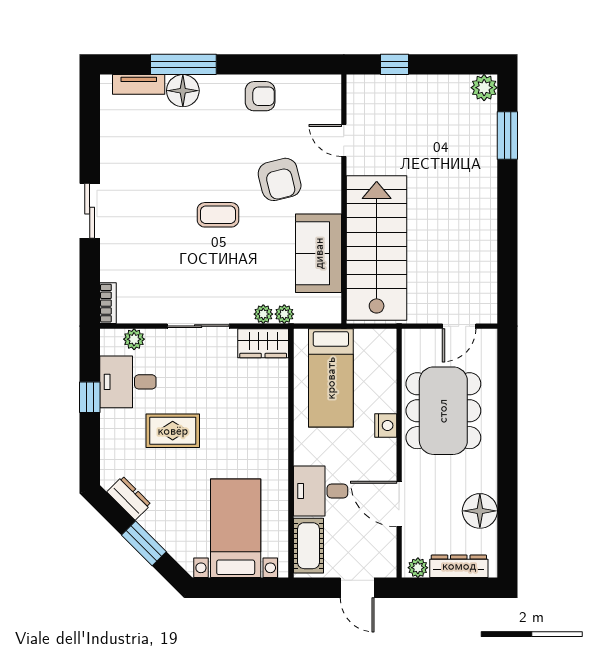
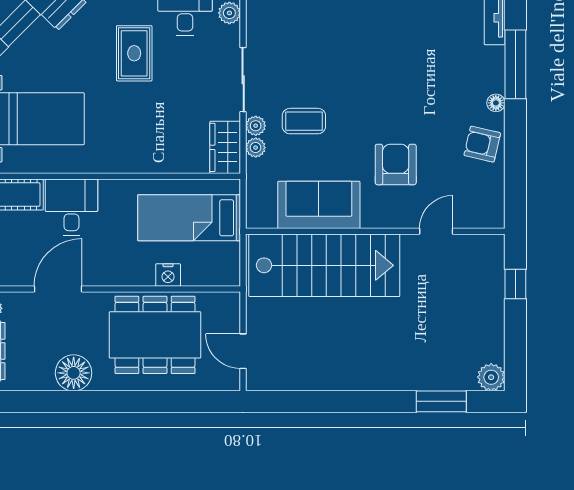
floor lamp: (183, 91) -> (496, 103), moved, width x0.53, depth x0.53
armchair: (260, 96) -> (482, 144), turned 103
armchair: (280, 179) -> (396, 164), turned 104
coffee table: (218, 215) -> (304, 121), moved, turned 90
plant: (284, 314) -> (256, 126), moved
nightstand: (386, 426) -> (168, 275), moved
floor lamp: (480, 511) -> (74, 373), moved

